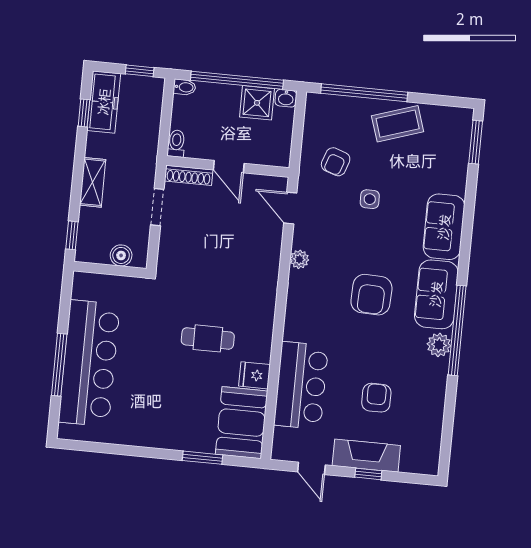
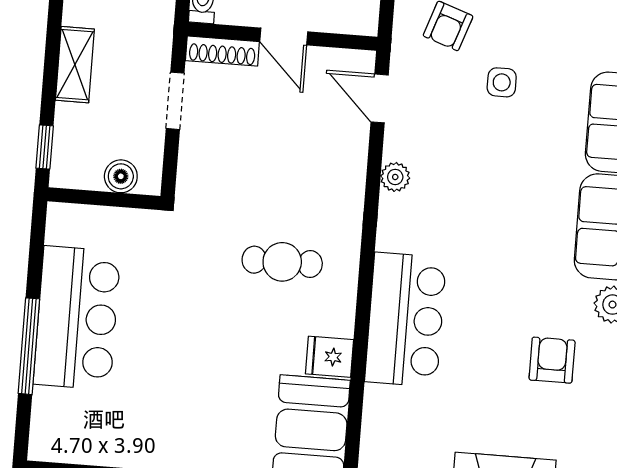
armchair: (371, 295) -> (507, 229), removed
cafe table: (208, 338) -> (282, 262), moved
bar counter: (89, 363) -> (77, 318), width x0.73
bar counter: (301, 385) -> (406, 320), moved
armchair: (376, 398) -> (552, 360), moved

